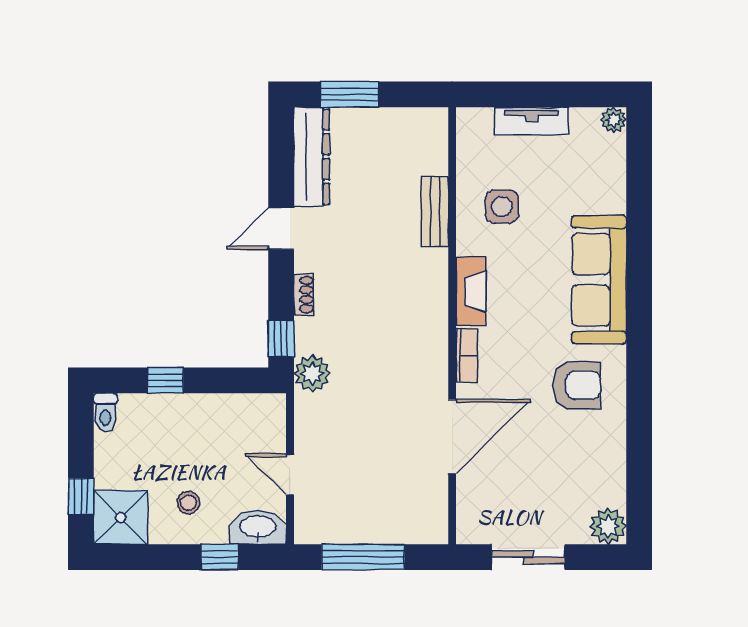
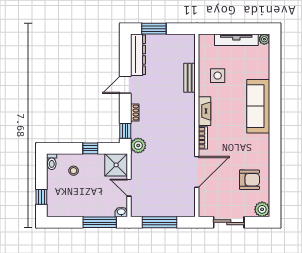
tv unit: (532, 121) -> (236, 40), width x1.41
window: (165, 380) -> (90, 148), moved
armchair: (577, 385) -> (249, 180), moved
stool: (188, 503) -> (74, 171), moved
shower: (121, 518) -> (116, 165), moved
washbasin: (258, 527) -> (121, 212), width x0.52, depth x0.69
window: (220, 557) -> (100, 222), width x2.17

